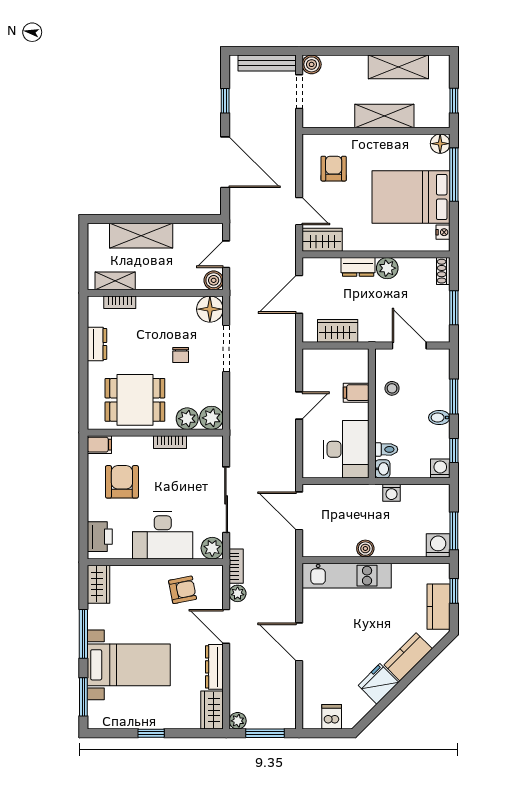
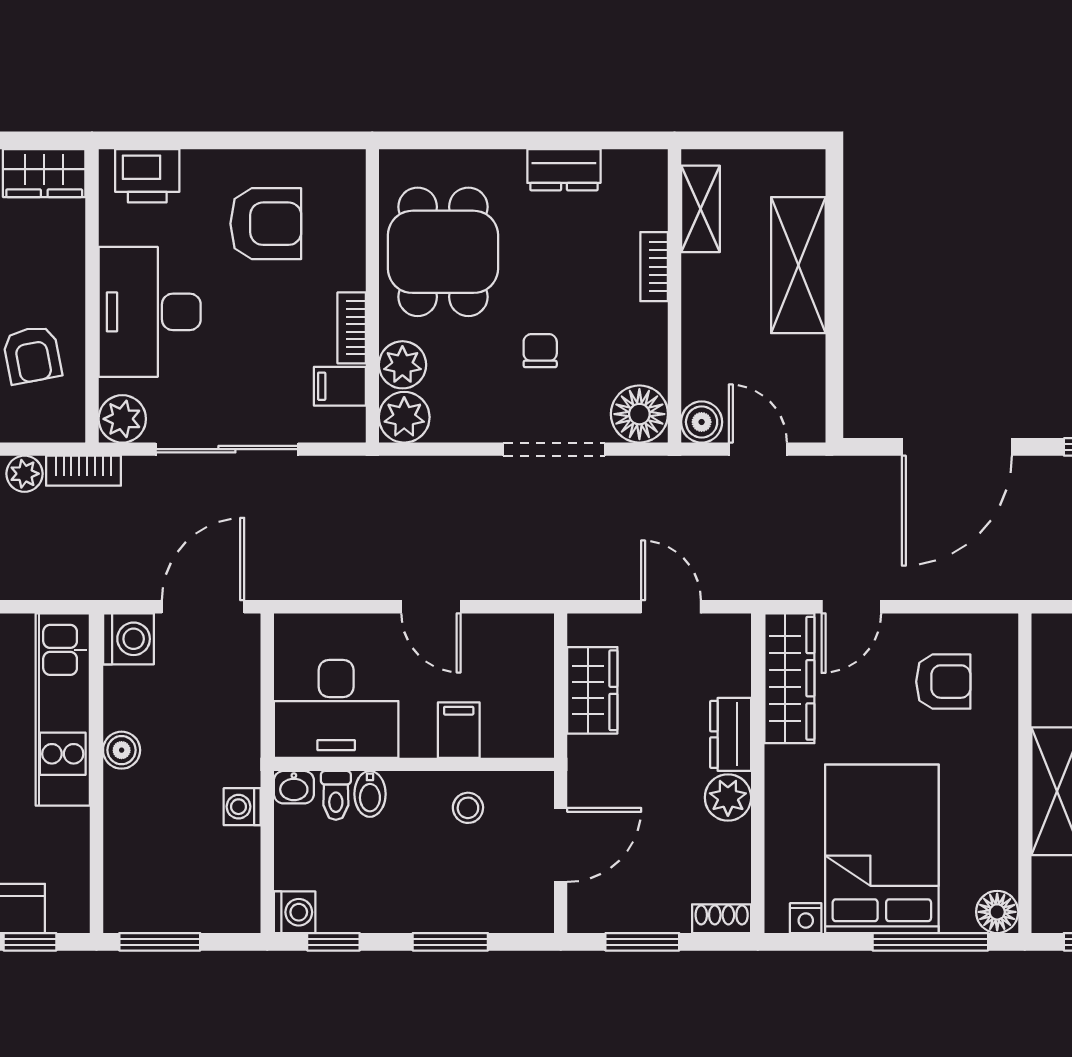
wardrobe: (322, 240) -> (789, 678), width x1.50
door: (299, 294) -> (671, 607), width x0.73
bookcase: (120, 302) -> (654, 267), moved
chair: (181, 355) -> (540, 351), turned 90
bidet: (439, 418) -> (370, 794), moved, turned 180
filing cabinet: (99, 445) -> (340, 386), moved, turned 90
washing machine: (438, 545) -> (128, 639), moved

